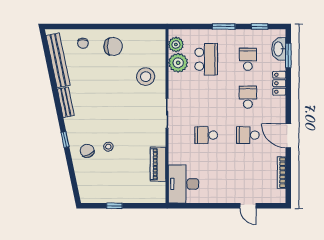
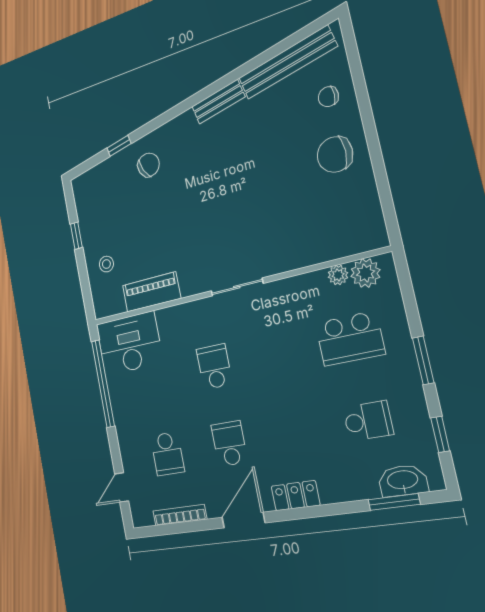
chair: (113, 46) -> (335, 154), turned 90
plant: (178, 63) -> (338, 275), width x0.53, depth x0.53
stool: (146, 77) -> (293, 231), removed
locker: (279, 83) -> (296, 496), moved
school desk: (248, 97) -> (167, 454), moved, turned 90
window: (65, 140) -> (119, 146), moved
stool: (108, 147) -> (106, 264), moved
window: (203, 206) -> (103, 384), added
door: (248, 206) -> (122, 487), moved

